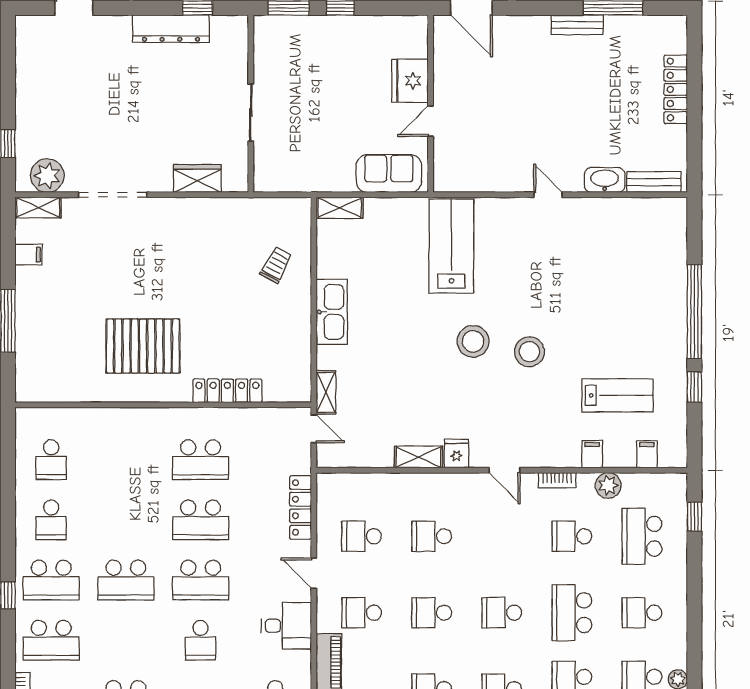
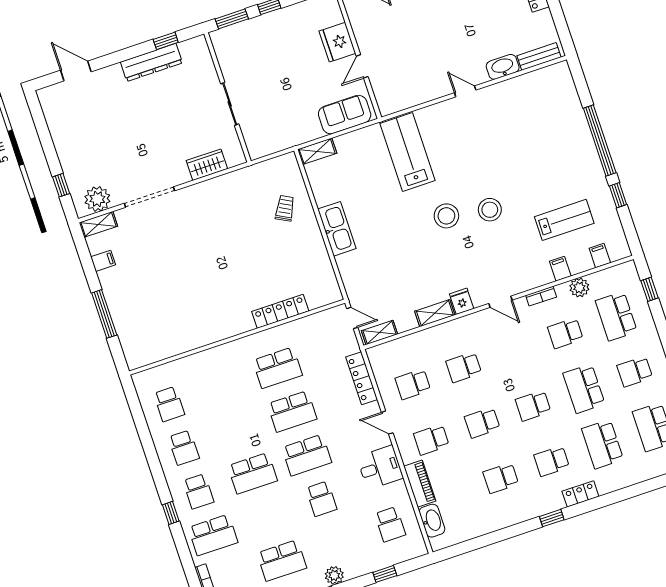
pallet: (143, 346) -> (208, 299), removed
shelving: (326, 392) -> (379, 332), moved, turned 90
school desk: (51, 580) -> (198, 491), width x0.54

